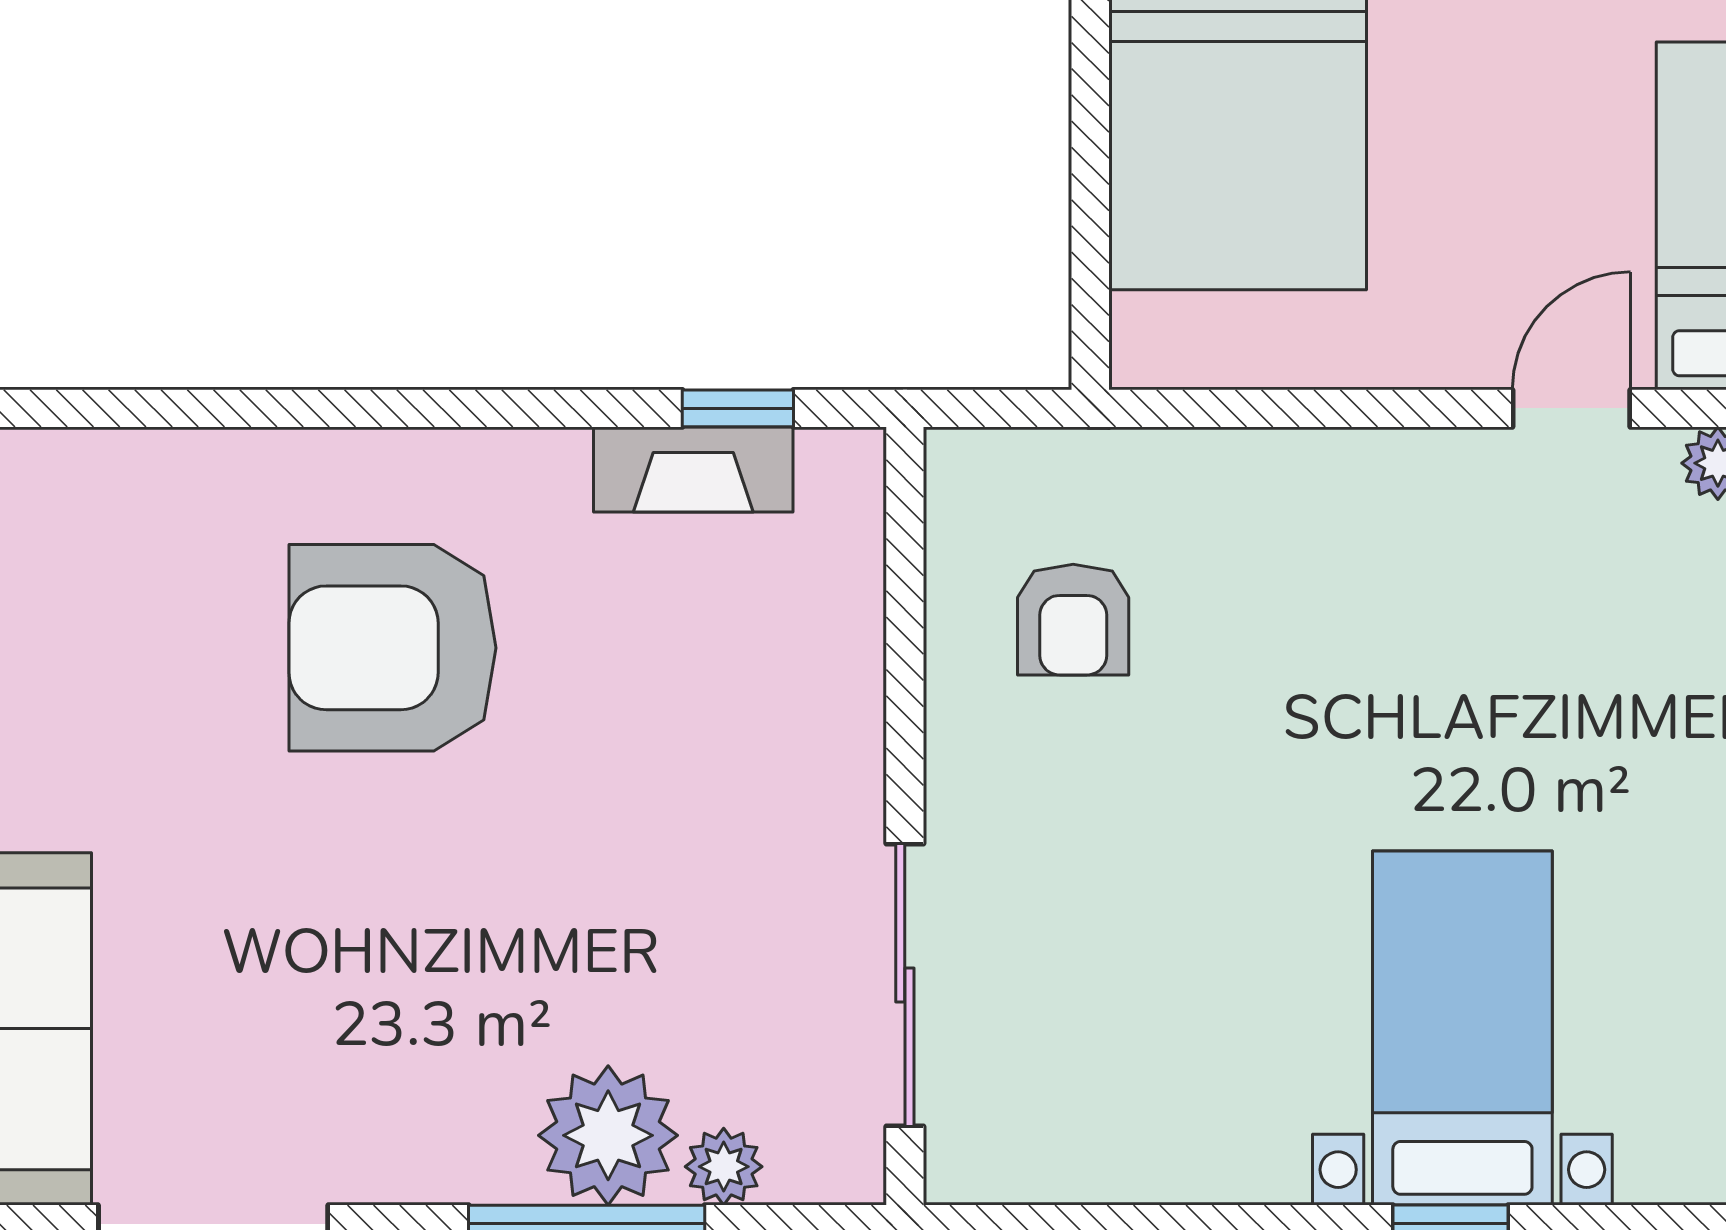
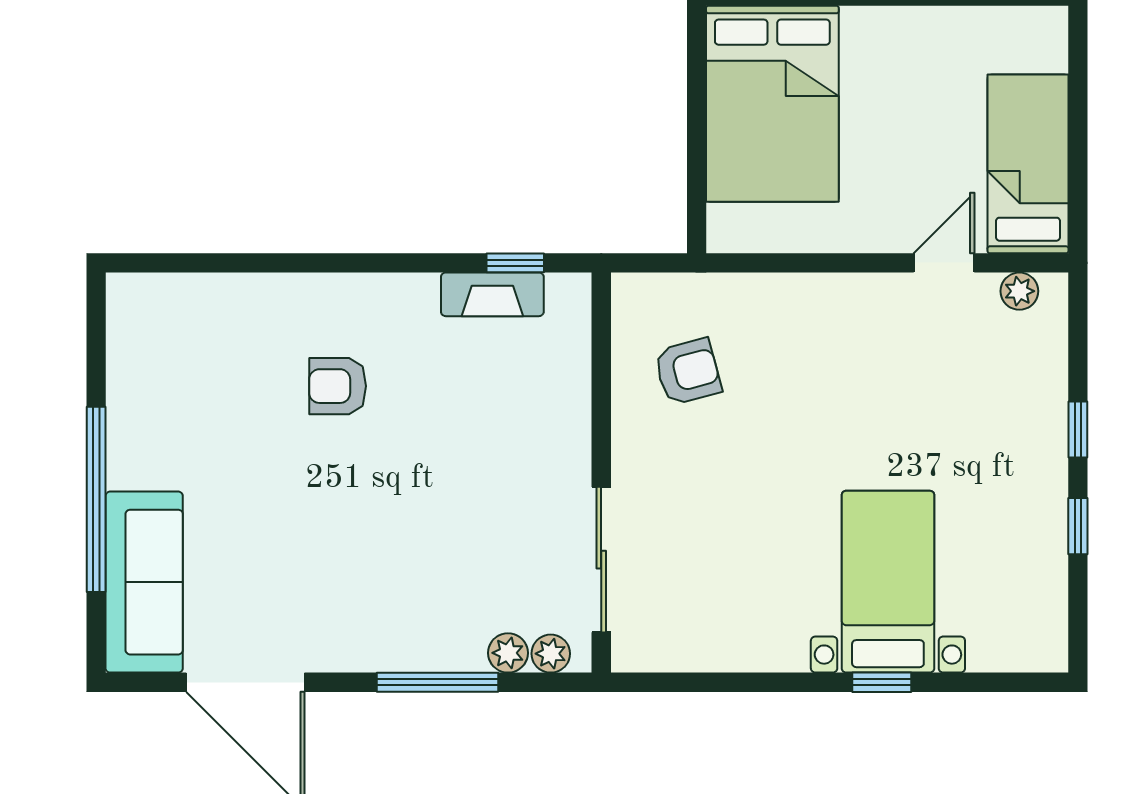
armchair: (1073, 620) -> (688, 372), turned -105
armchair: (393, 648) -> (338, 386), width x0.53, depth x0.53
plant: (608, 1135) -> (551, 654), moved, width x0.53, depth x0.53

